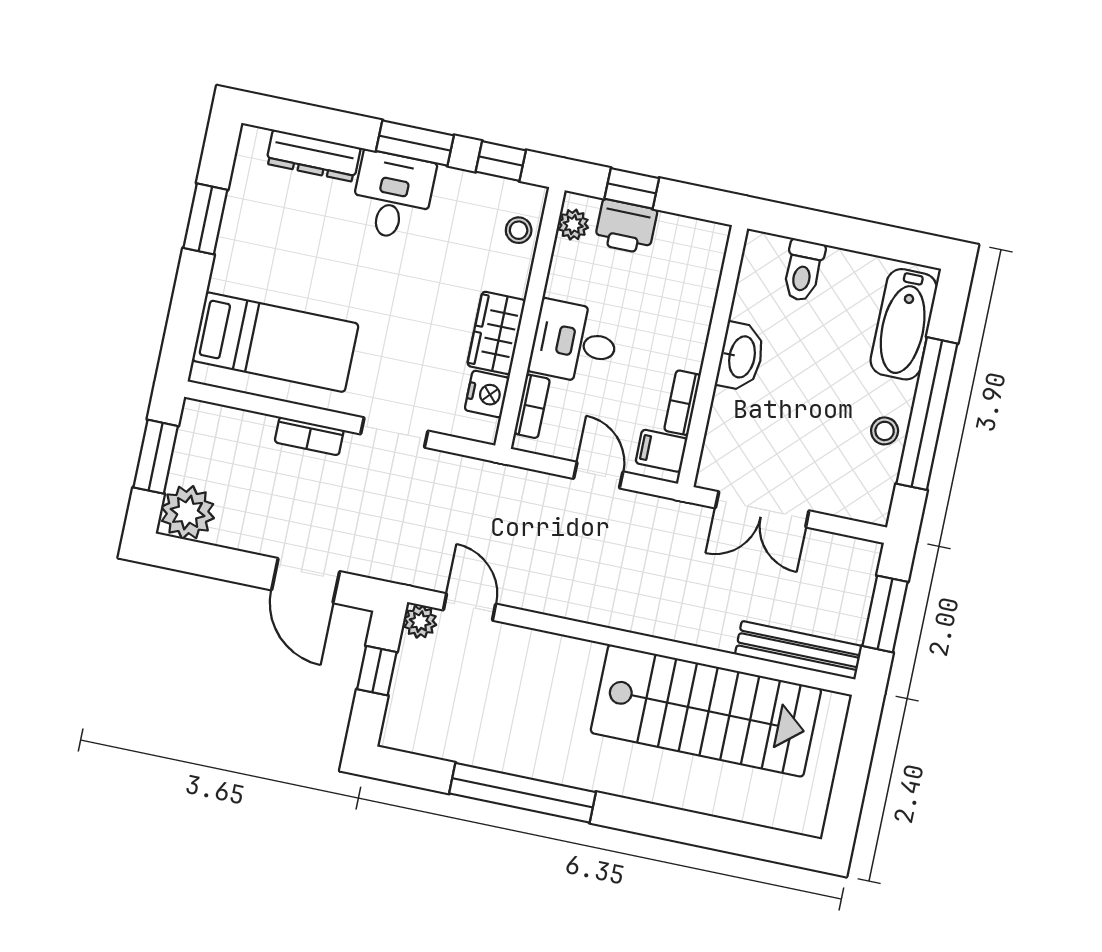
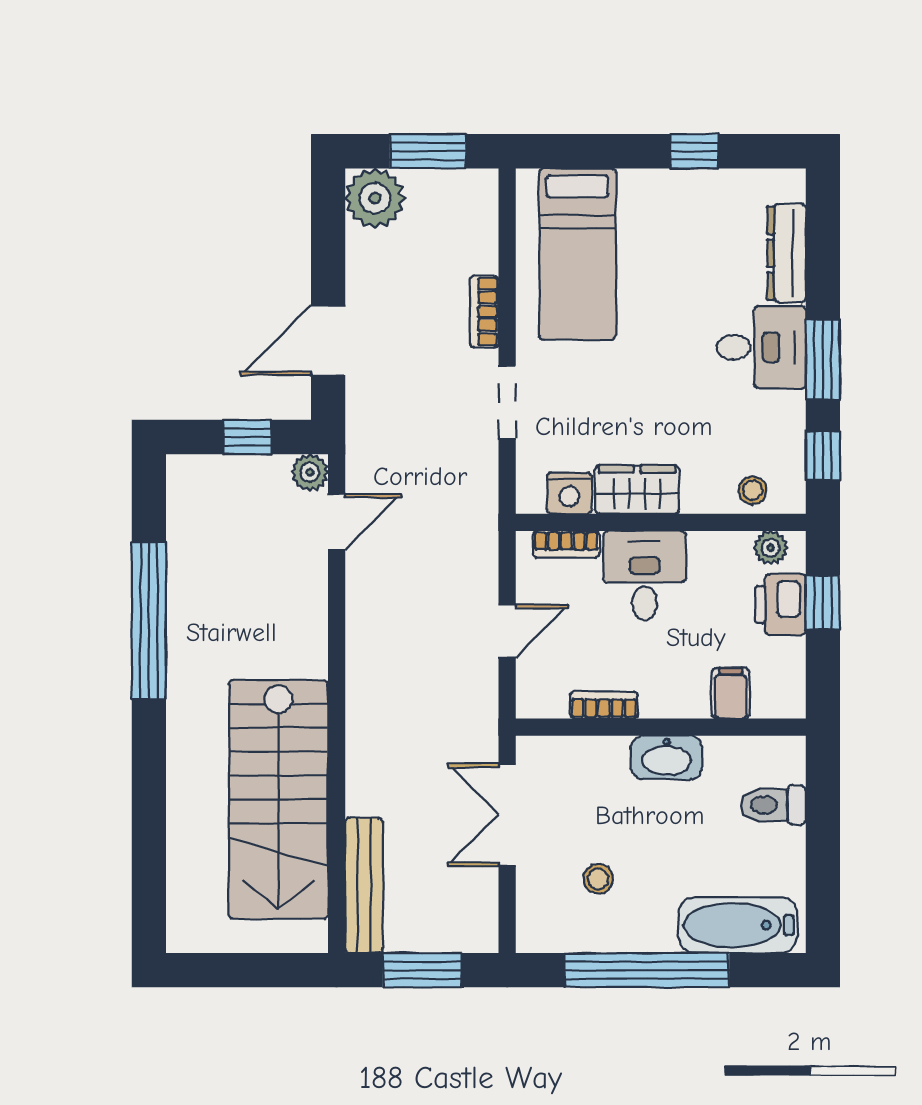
window: (205, 219) -> (694, 151), width x0.67
stool: (885, 431) -> (598, 879), moved
filing cabinet: (661, 451) -> (731, 693), moved

